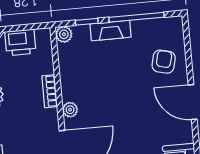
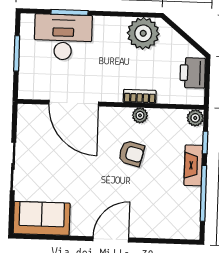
armchair: (164, 62) -> (131, 153), moved
plant: (70, 110) -> (140, 115), moved

